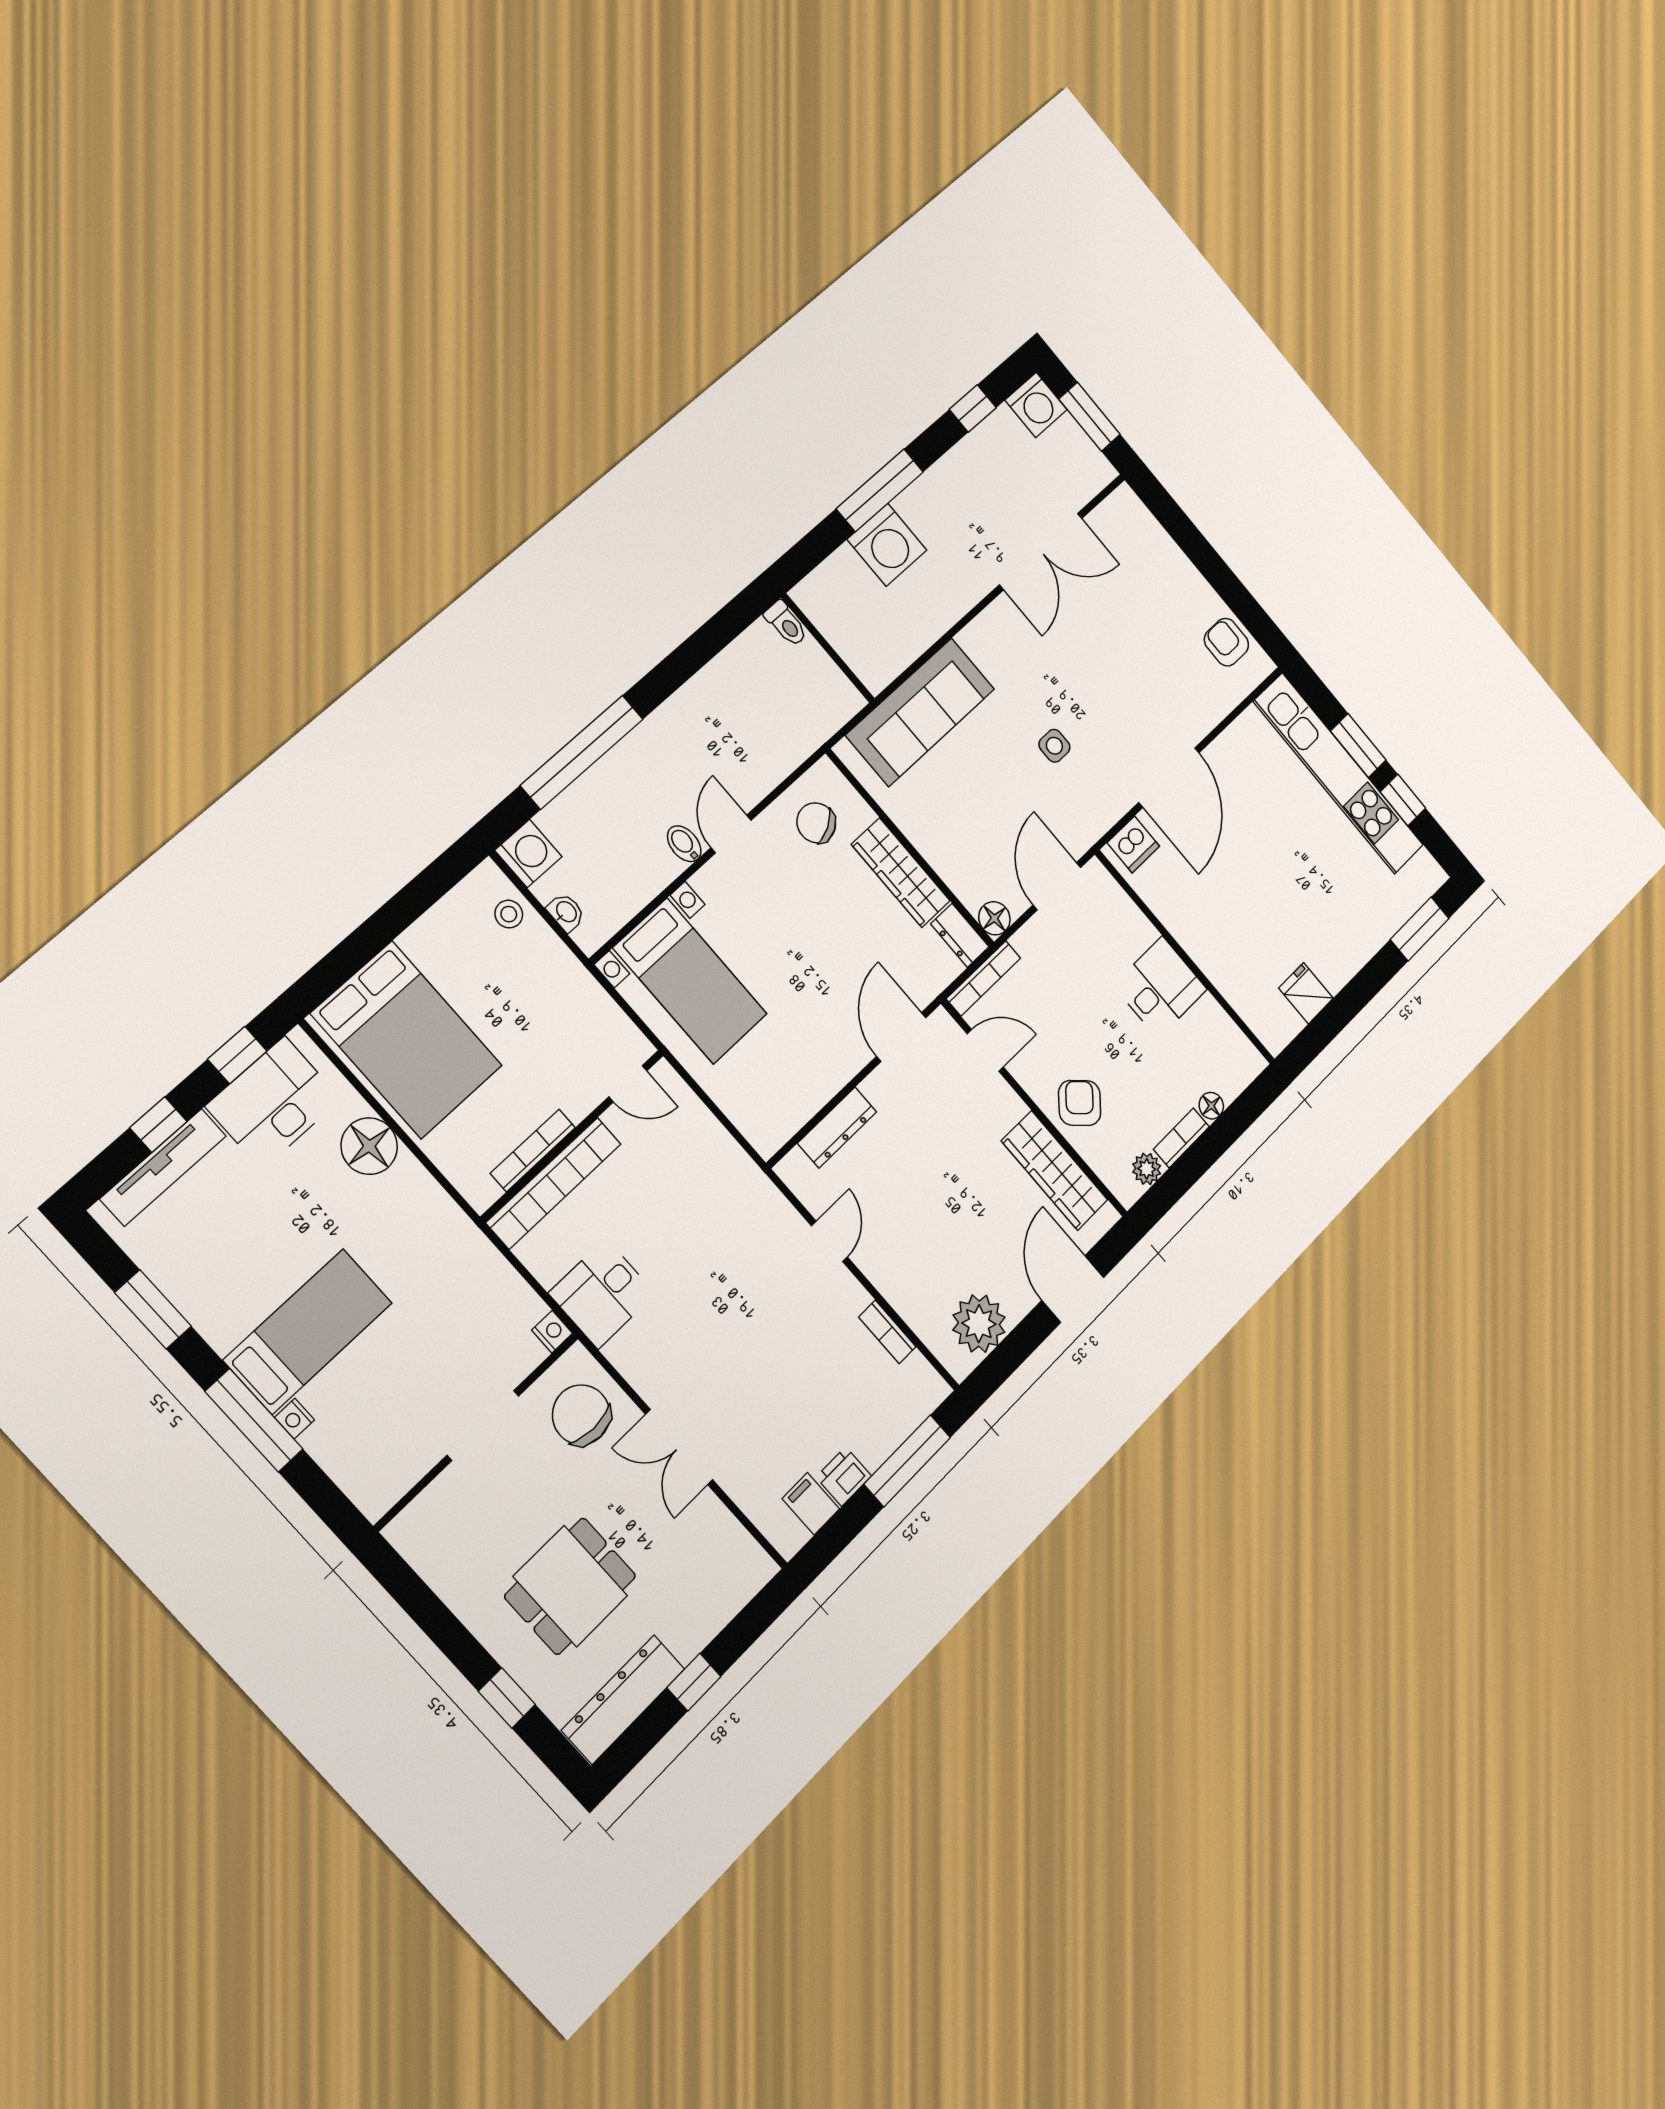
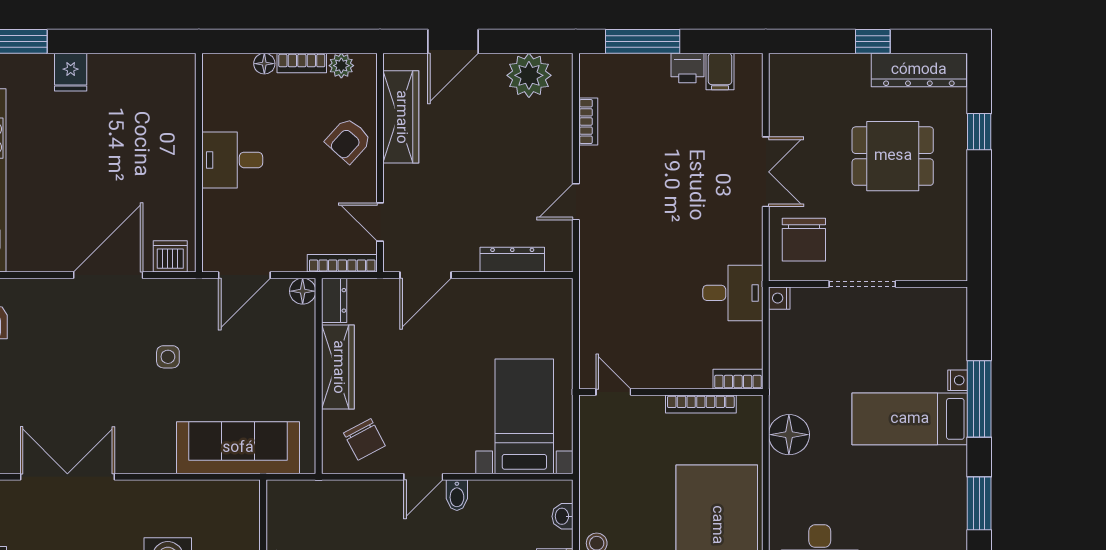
fridge: (1306, 993) -> (71, 72), moved
floor lamp: (369, 1146) -> (789, 435), moved
bookcase: (554, 1183) -> (738, 379), width x0.43, depth x0.76

